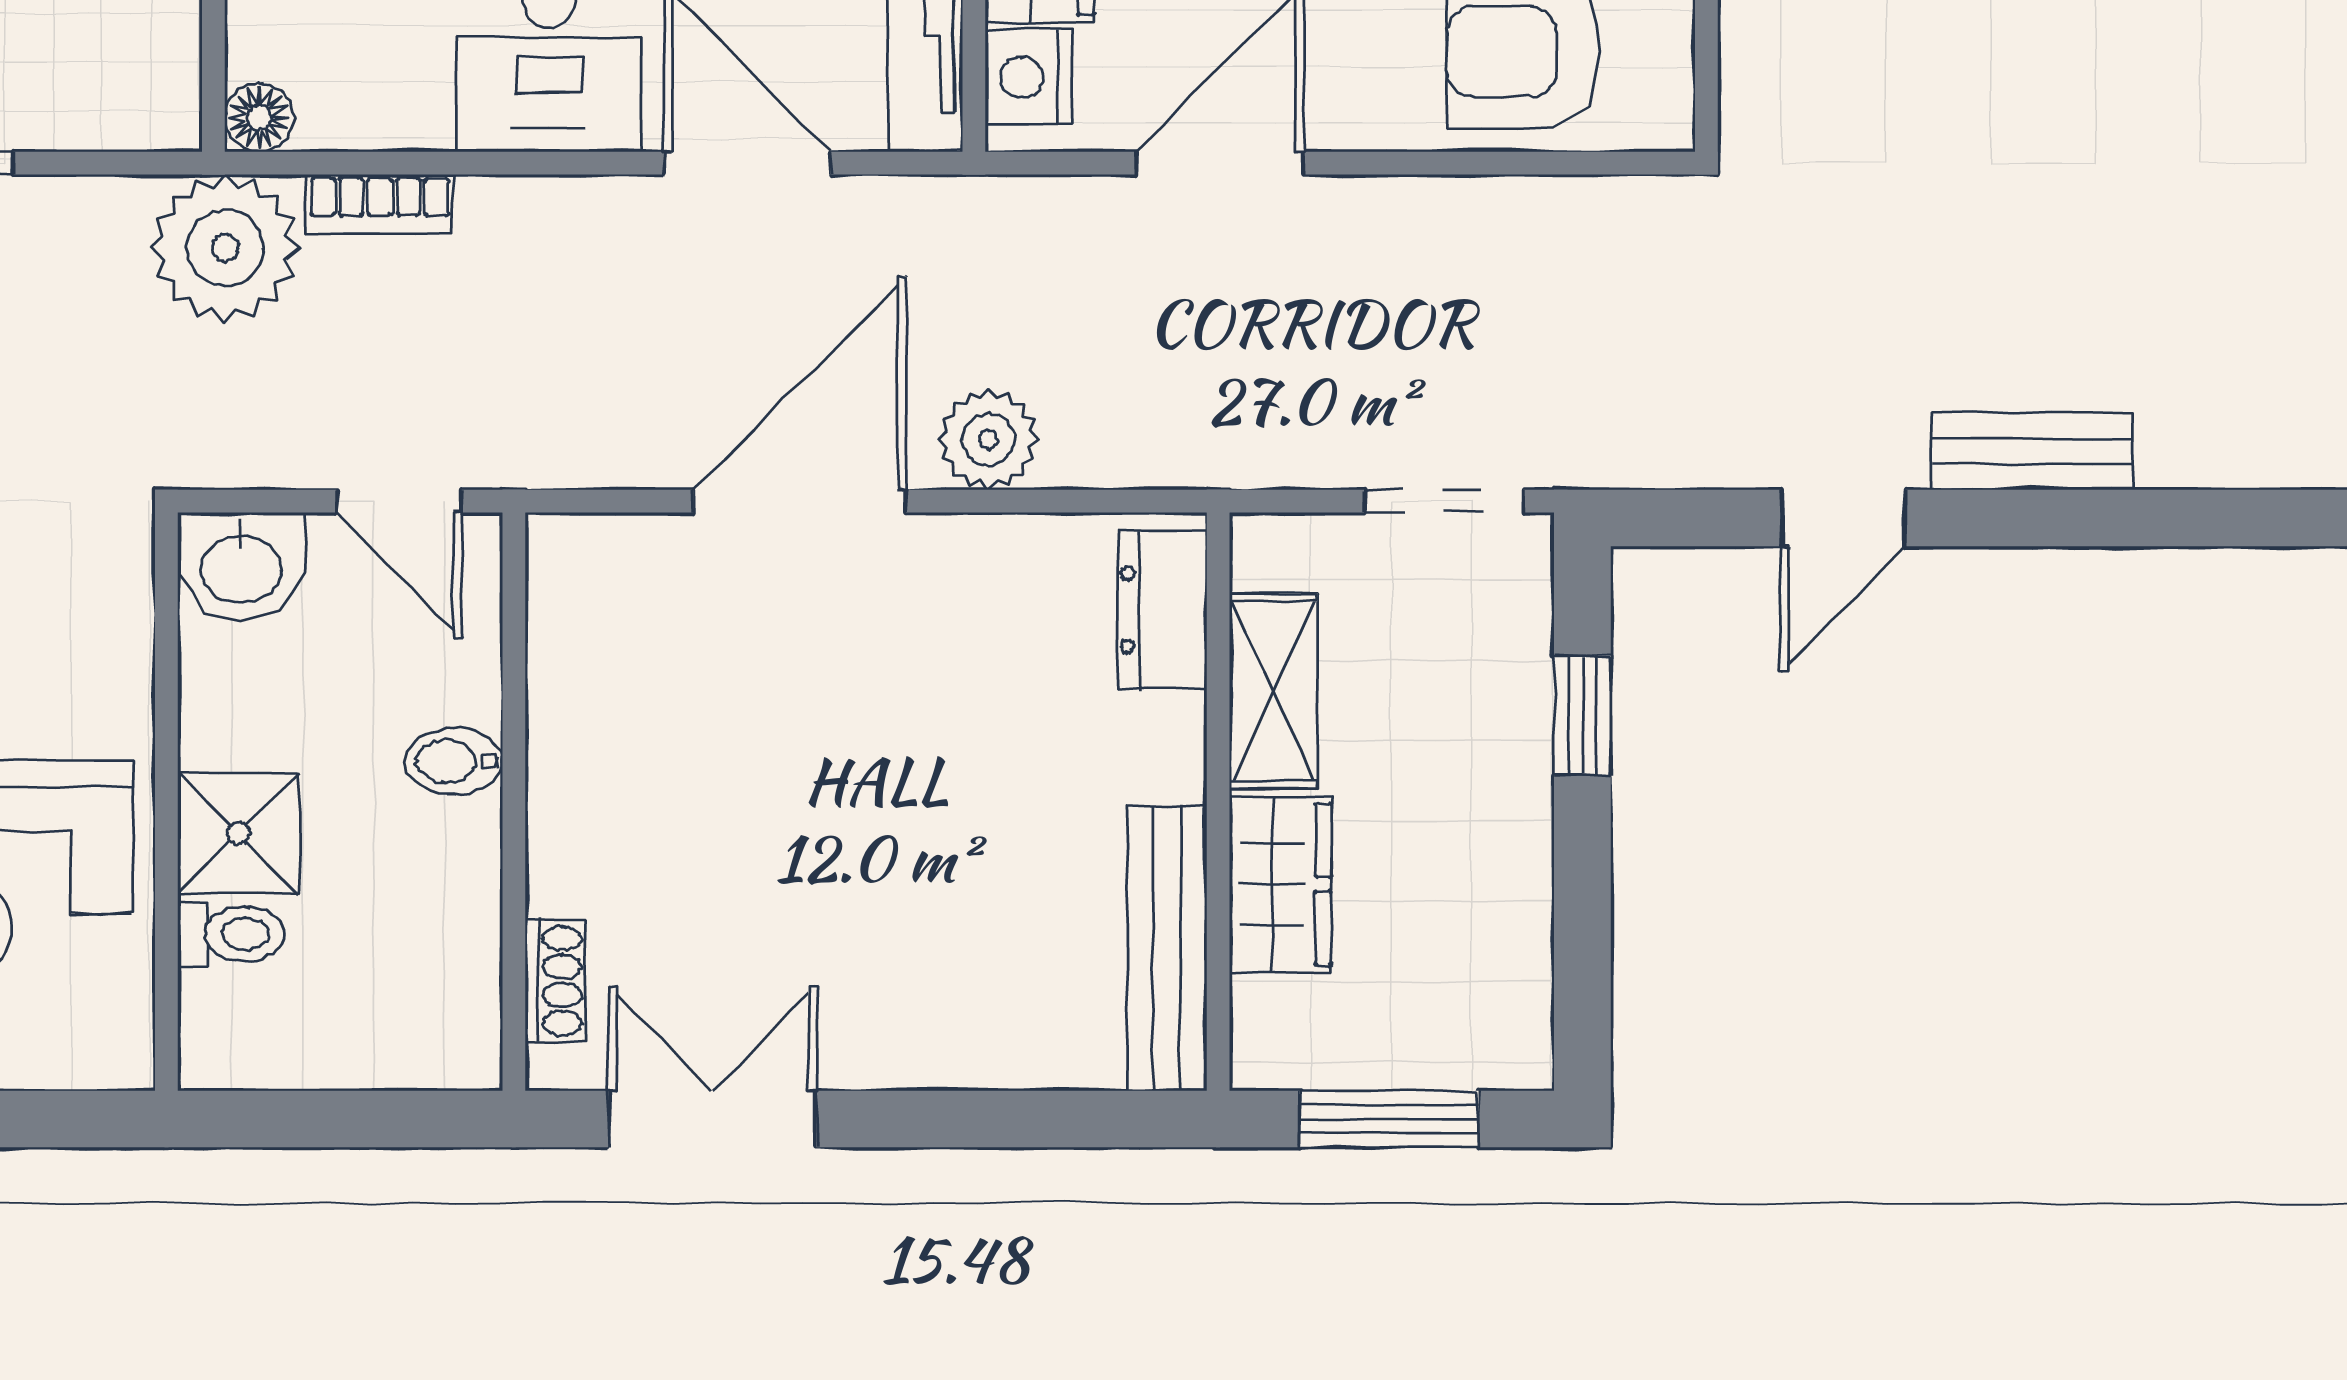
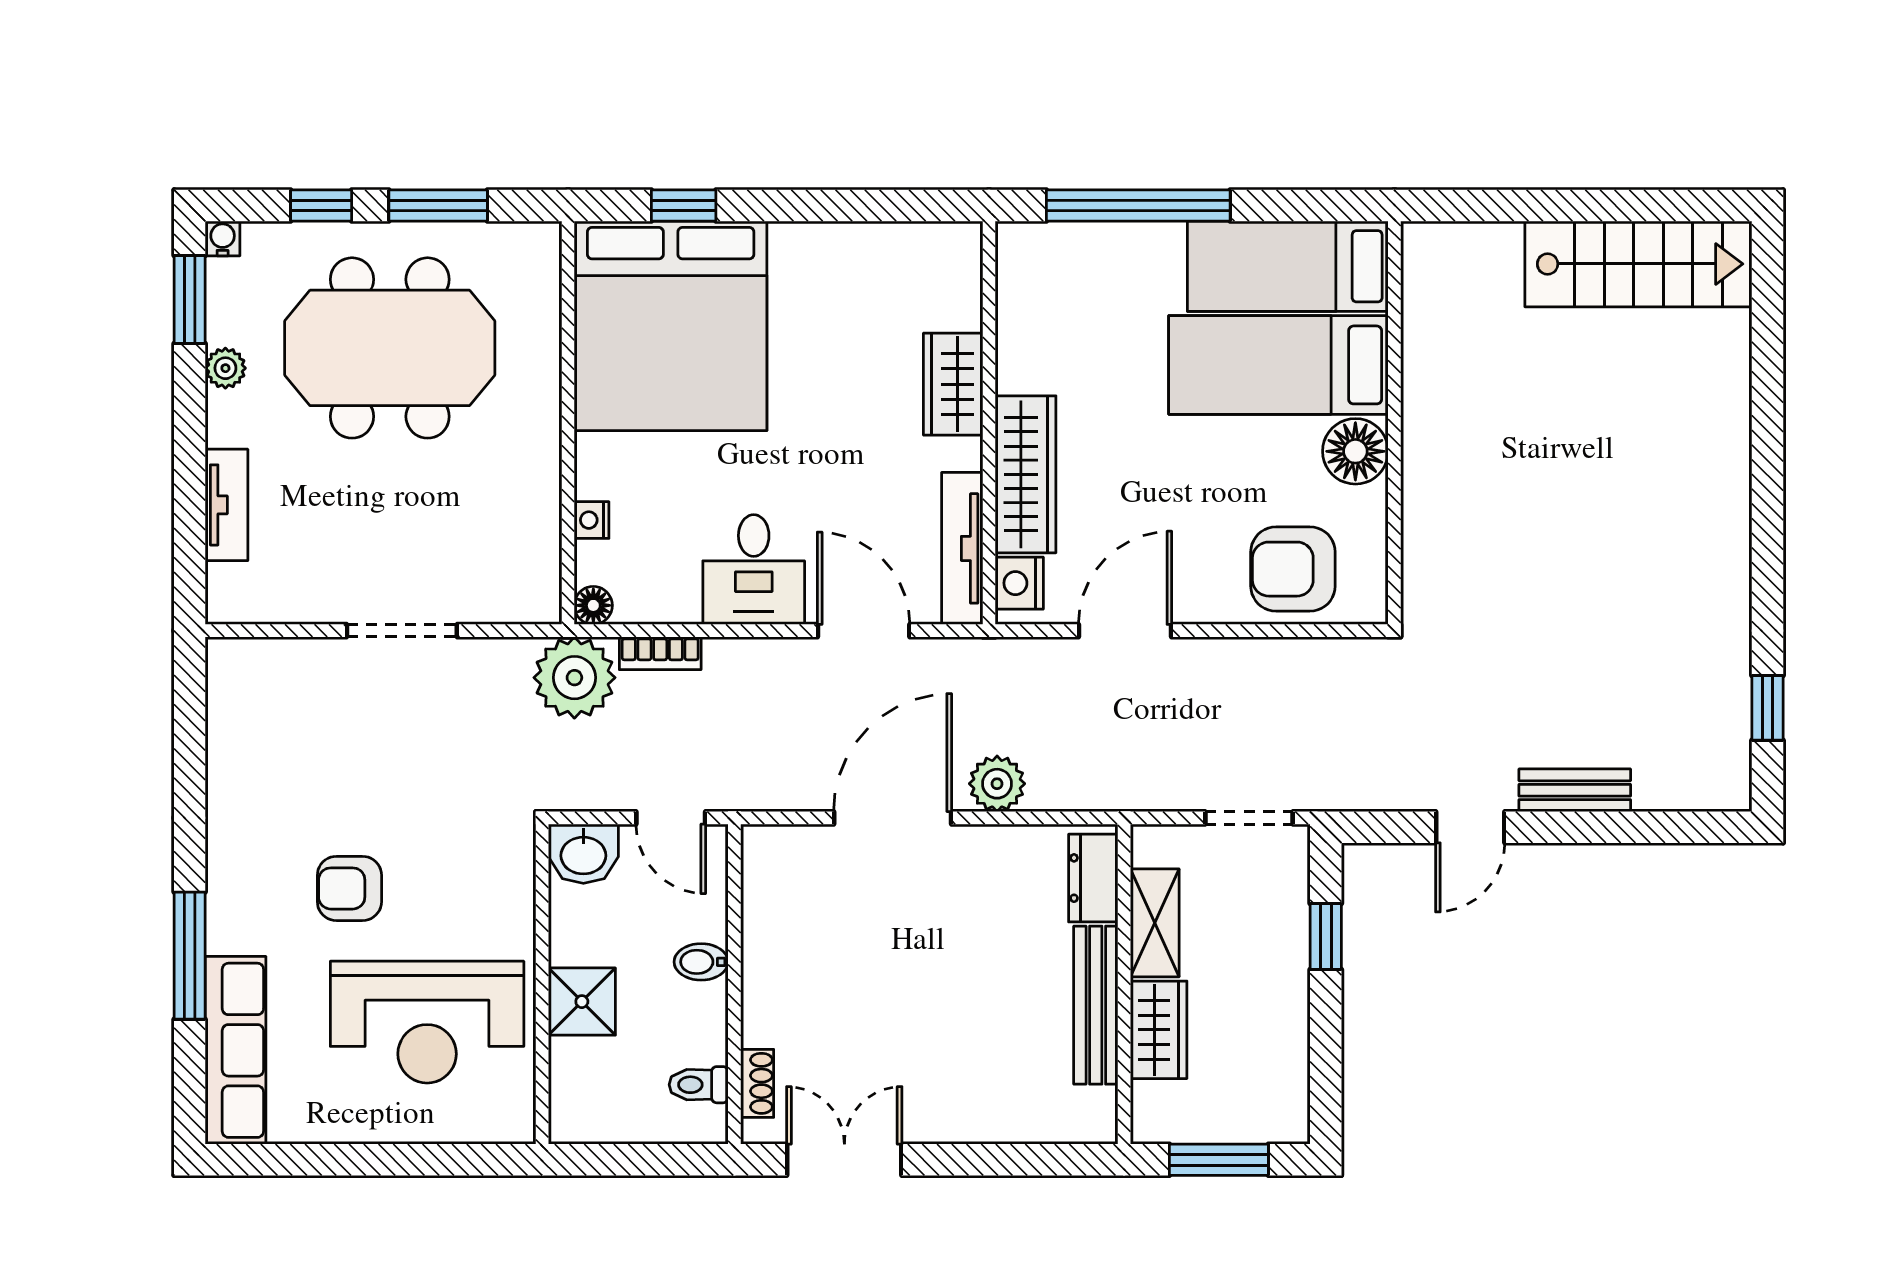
toilet: (231, 934) -> (699, 1085), moved, turned 180
bench: (1167, 948) -> (1096, 1005), moved

